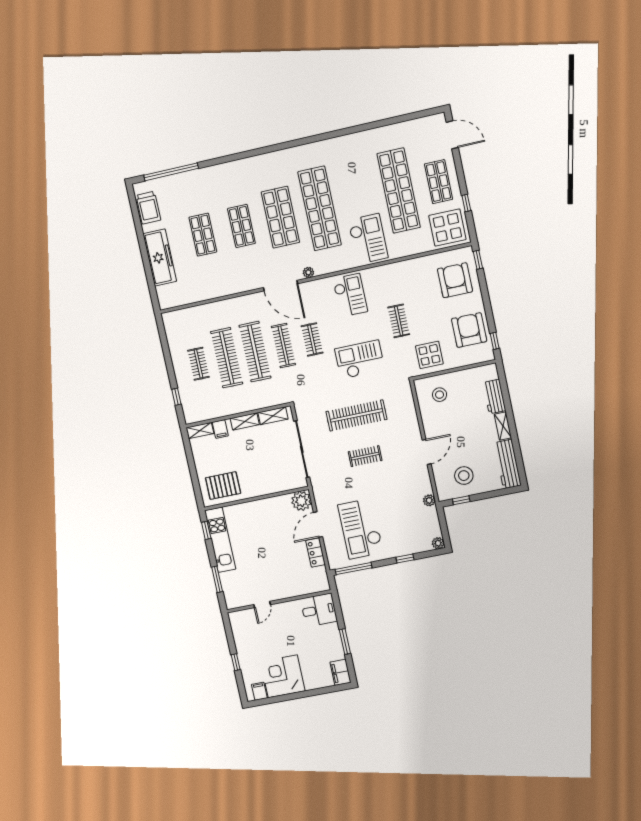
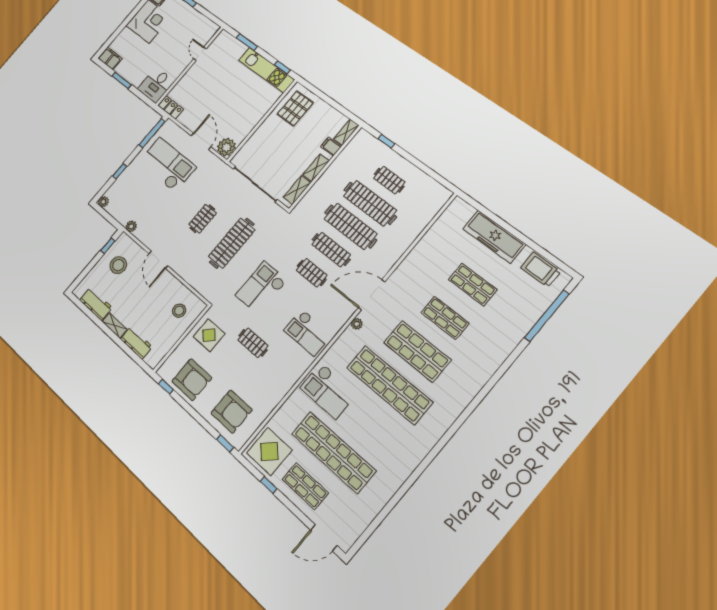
checkout: (360, 360) -> (261, 288), turned 180
workbench: (508, 464) -> (96, 304), width x0.73
locker: (316, 553) -> (171, 107), moved

